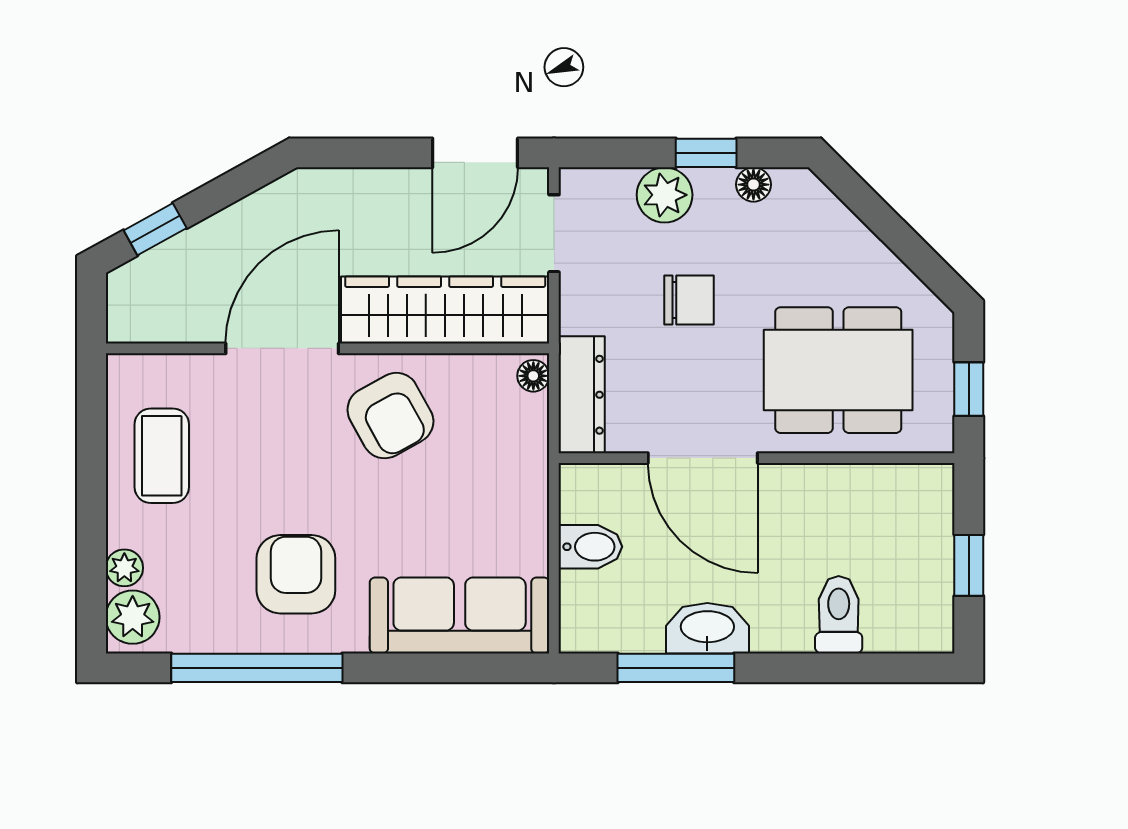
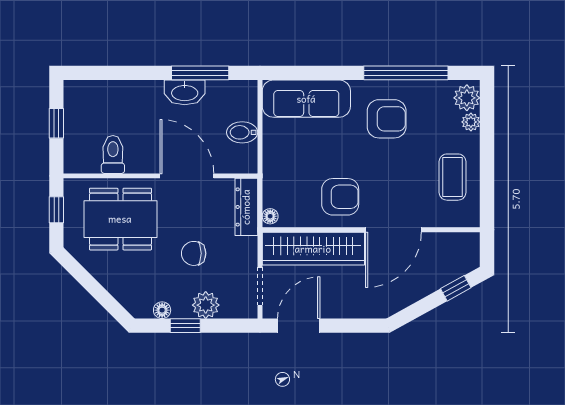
armchair: (390, 416) -> (340, 197), turned 119
armchair: (296, 574) -> (387, 119), turned -90
toilet: (839, 615) -> (113, 155), moved, turned 180

